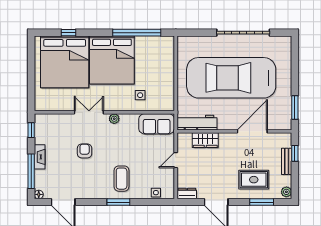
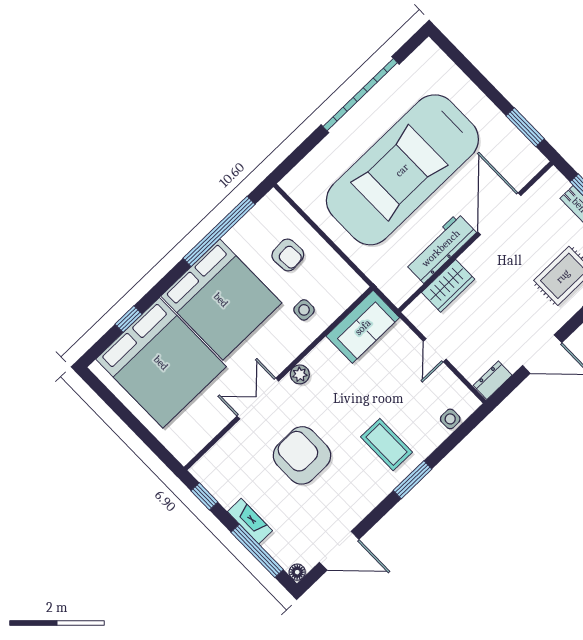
armchair: (155, 68) -> (288, 255), added
workbench: (197, 123) -> (441, 248), moved
armchair: (85, 151) -> (302, 455), width x1.88, depth x1.88

